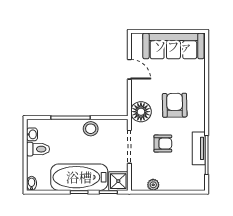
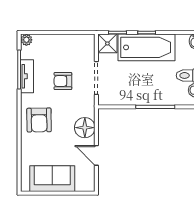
sofa: (173, 46) -> (52, 179), width x0.73
armchair: (175, 105) -> (39, 120), moved
floor lamp: (141, 112) -> (85, 128), moved
stool: (91, 129) -> (135, 96), removed
plant: (153, 185) -> (26, 40), moved

